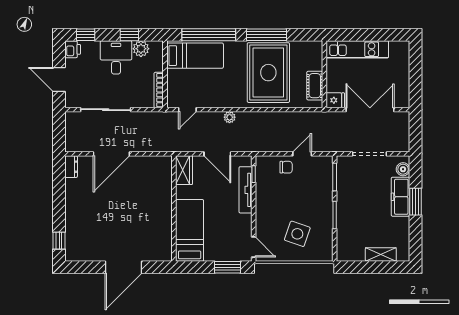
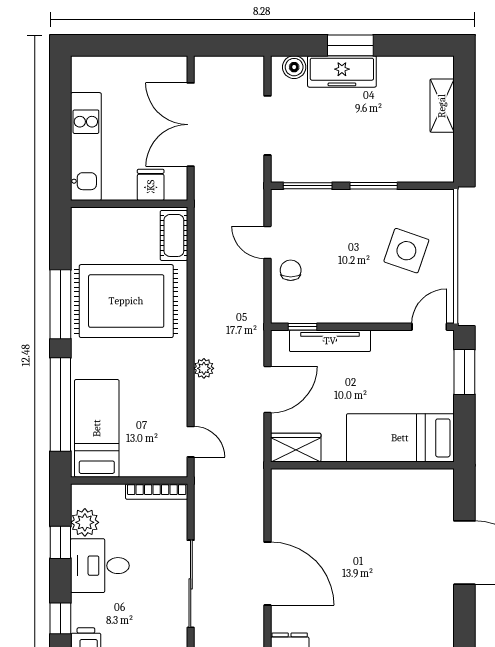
cot: (315, 86) -> (174, 235), moved, turned 90
fridge: (335, 100) -> (151, 185), moved

